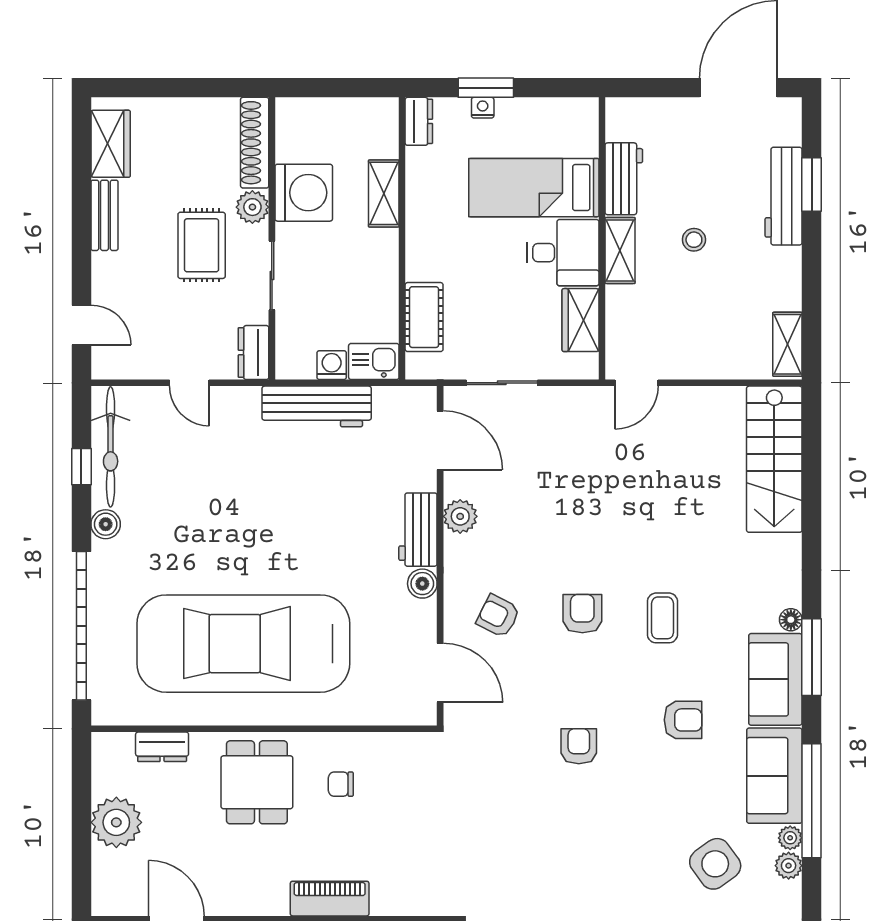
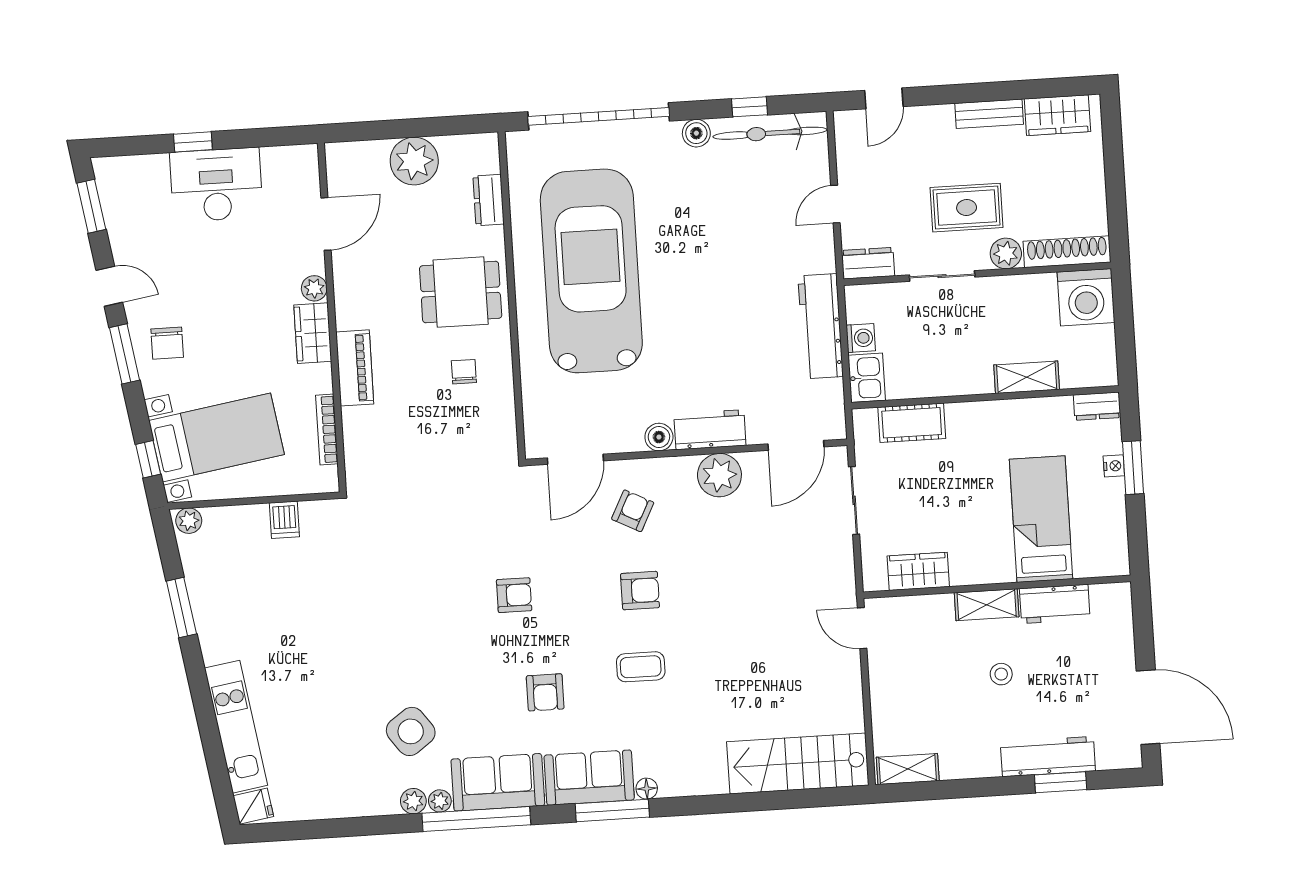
washing machine: (304, 193) -> (1086, 297), moved
desk: (563, 253) -> (981, 551), removed
plant: (460, 516) -> (719, 475), width x1.36, depth x1.36

